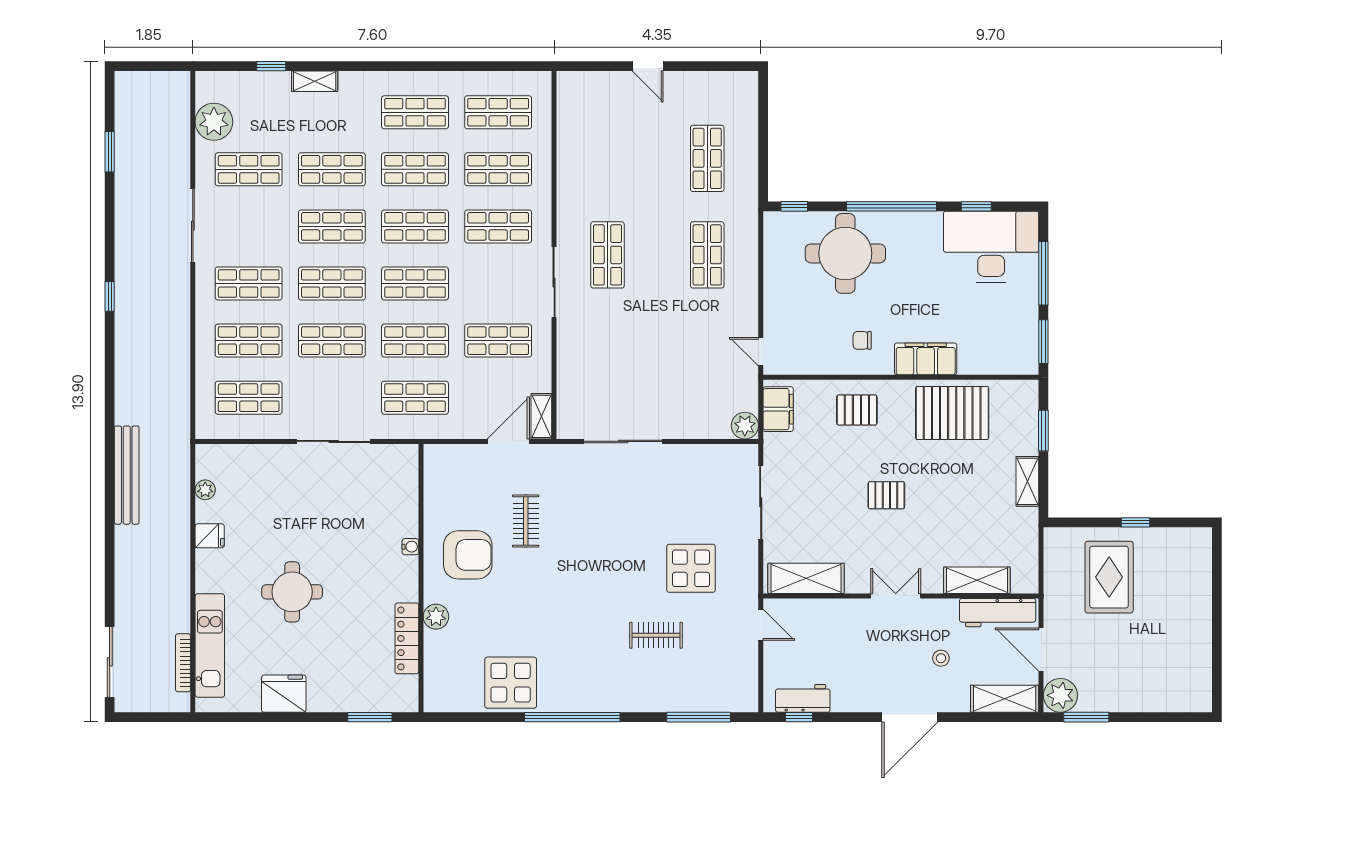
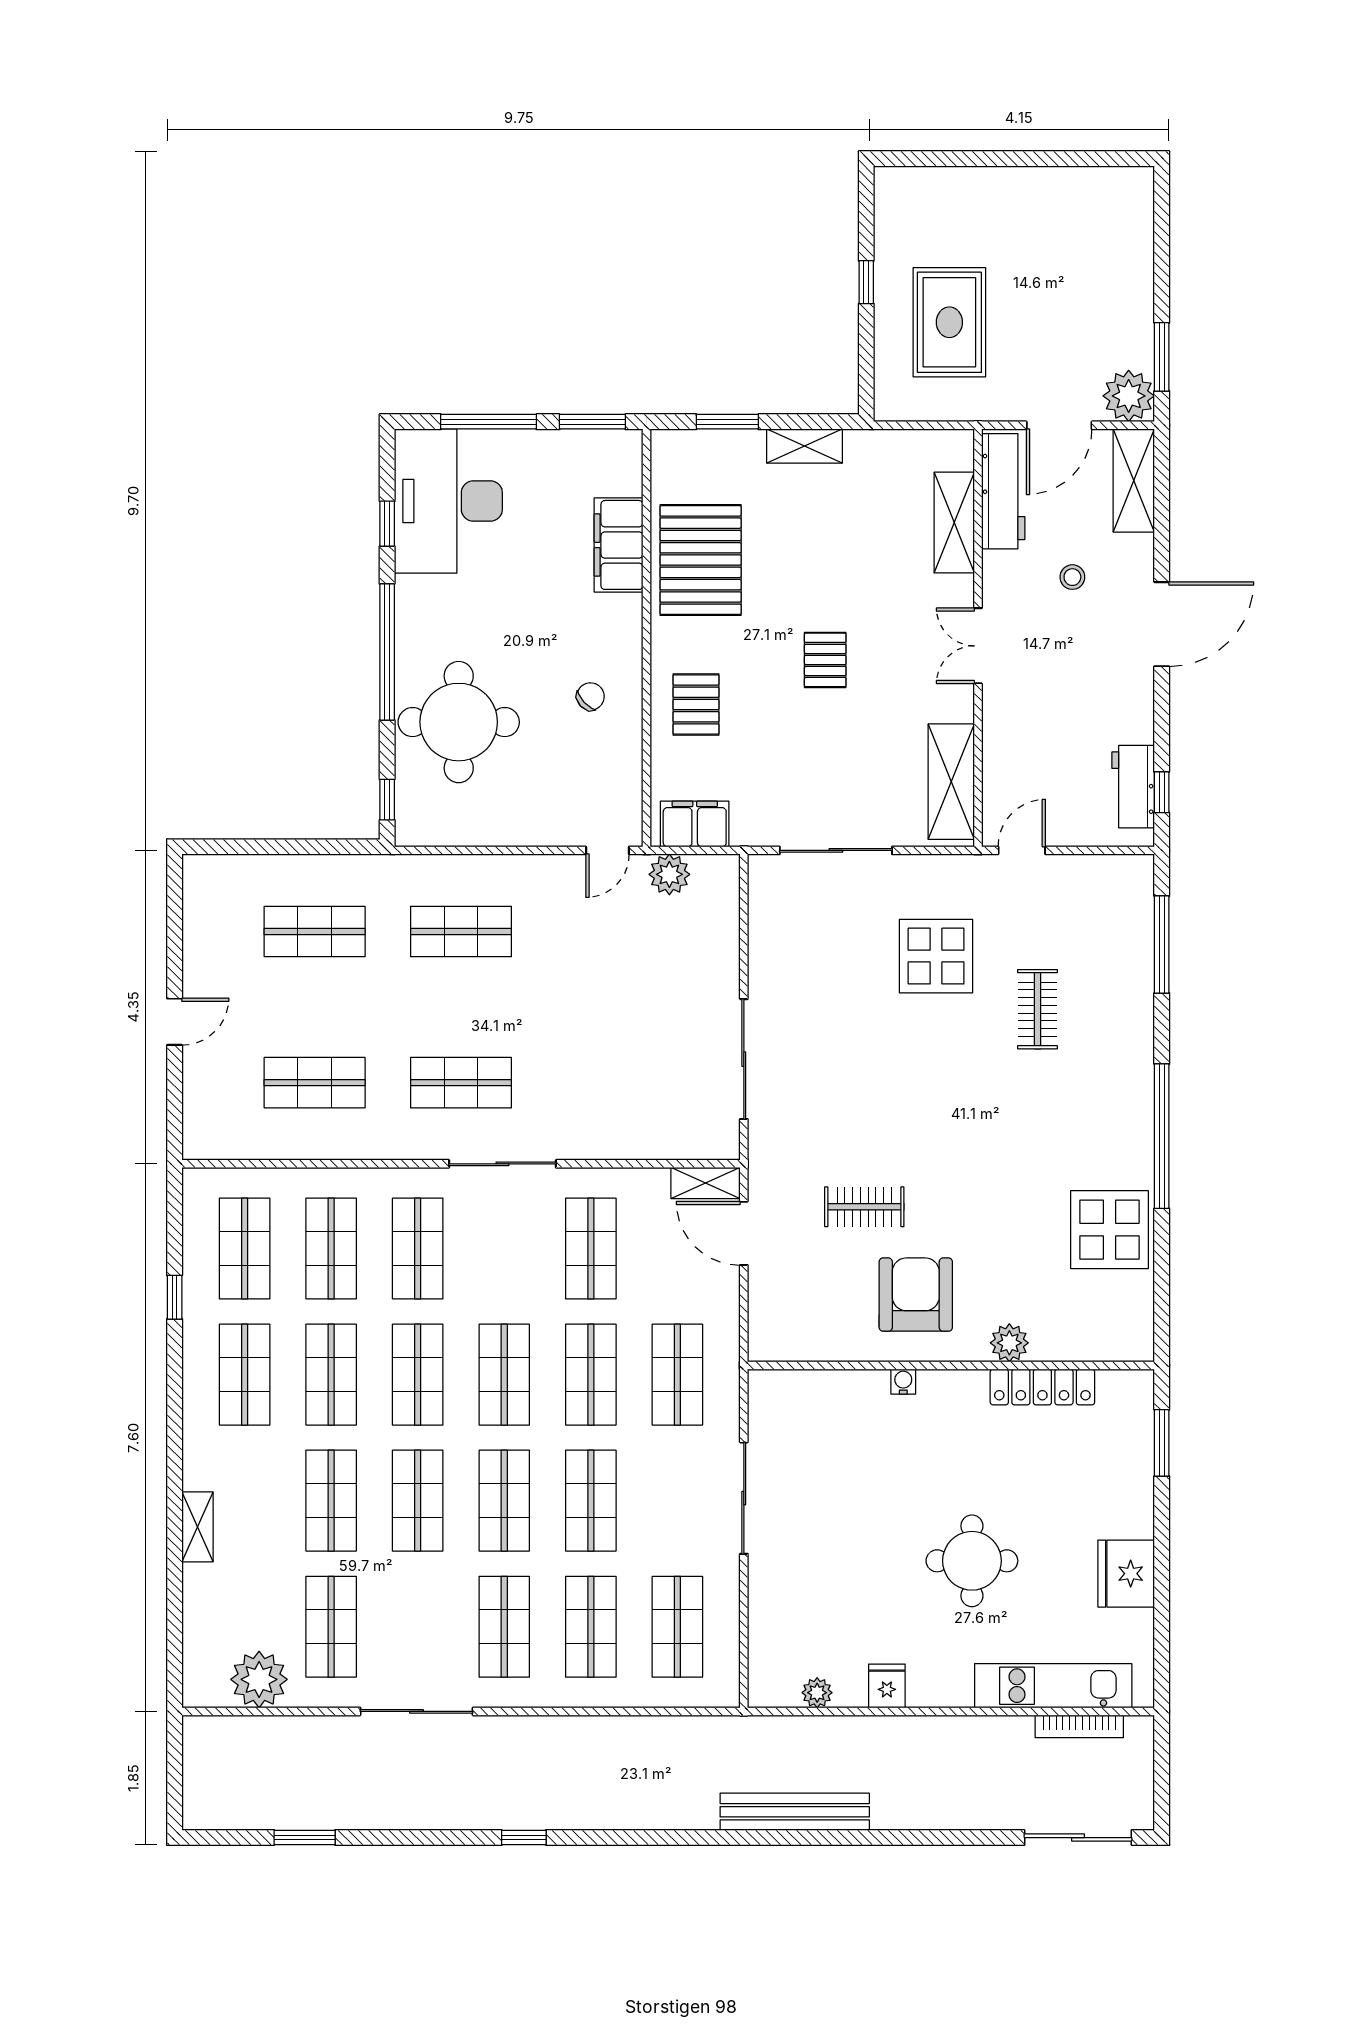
window: (271, 66) -> (175, 1297), moved
shop shelf: (607, 158) -> (315, 1083), added
chair: (862, 340) -> (590, 696), turned -133
filing cabinet: (926, 359) -> (619, 545), moved
plant: (745, 426) -> (669, 874), moved
rug: (1109, 577) -> (949, 322), turned 90
door: (910, 717) -> (1162, 624), hinge flipped

